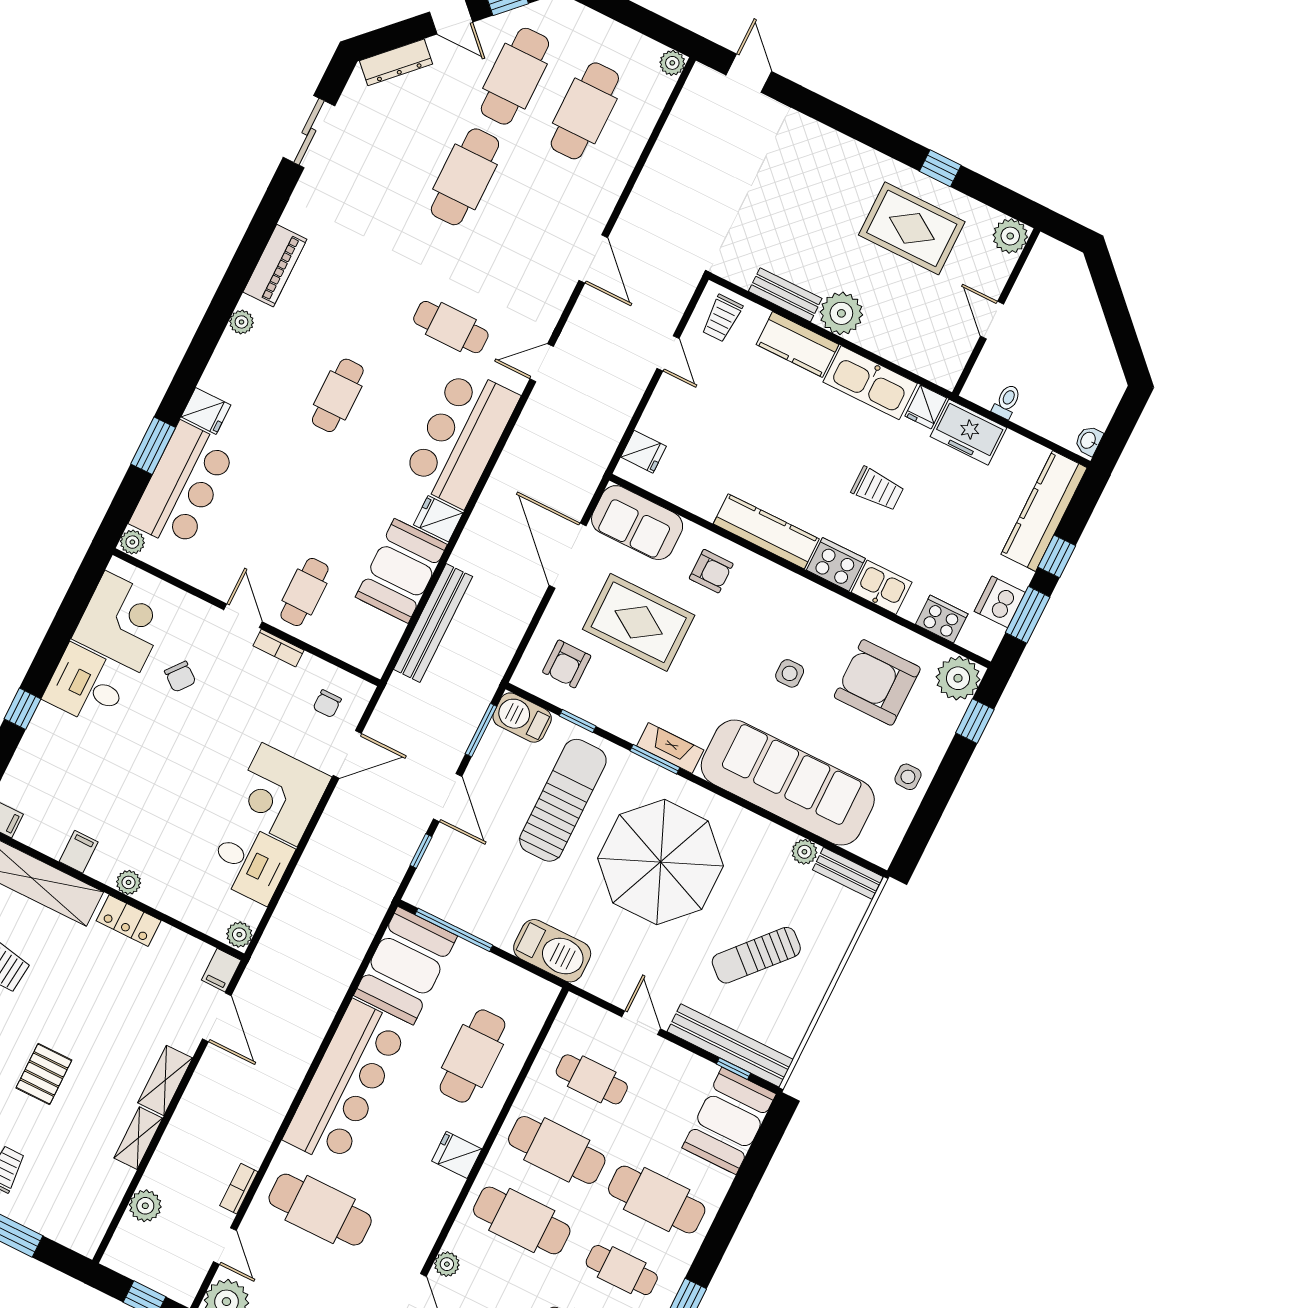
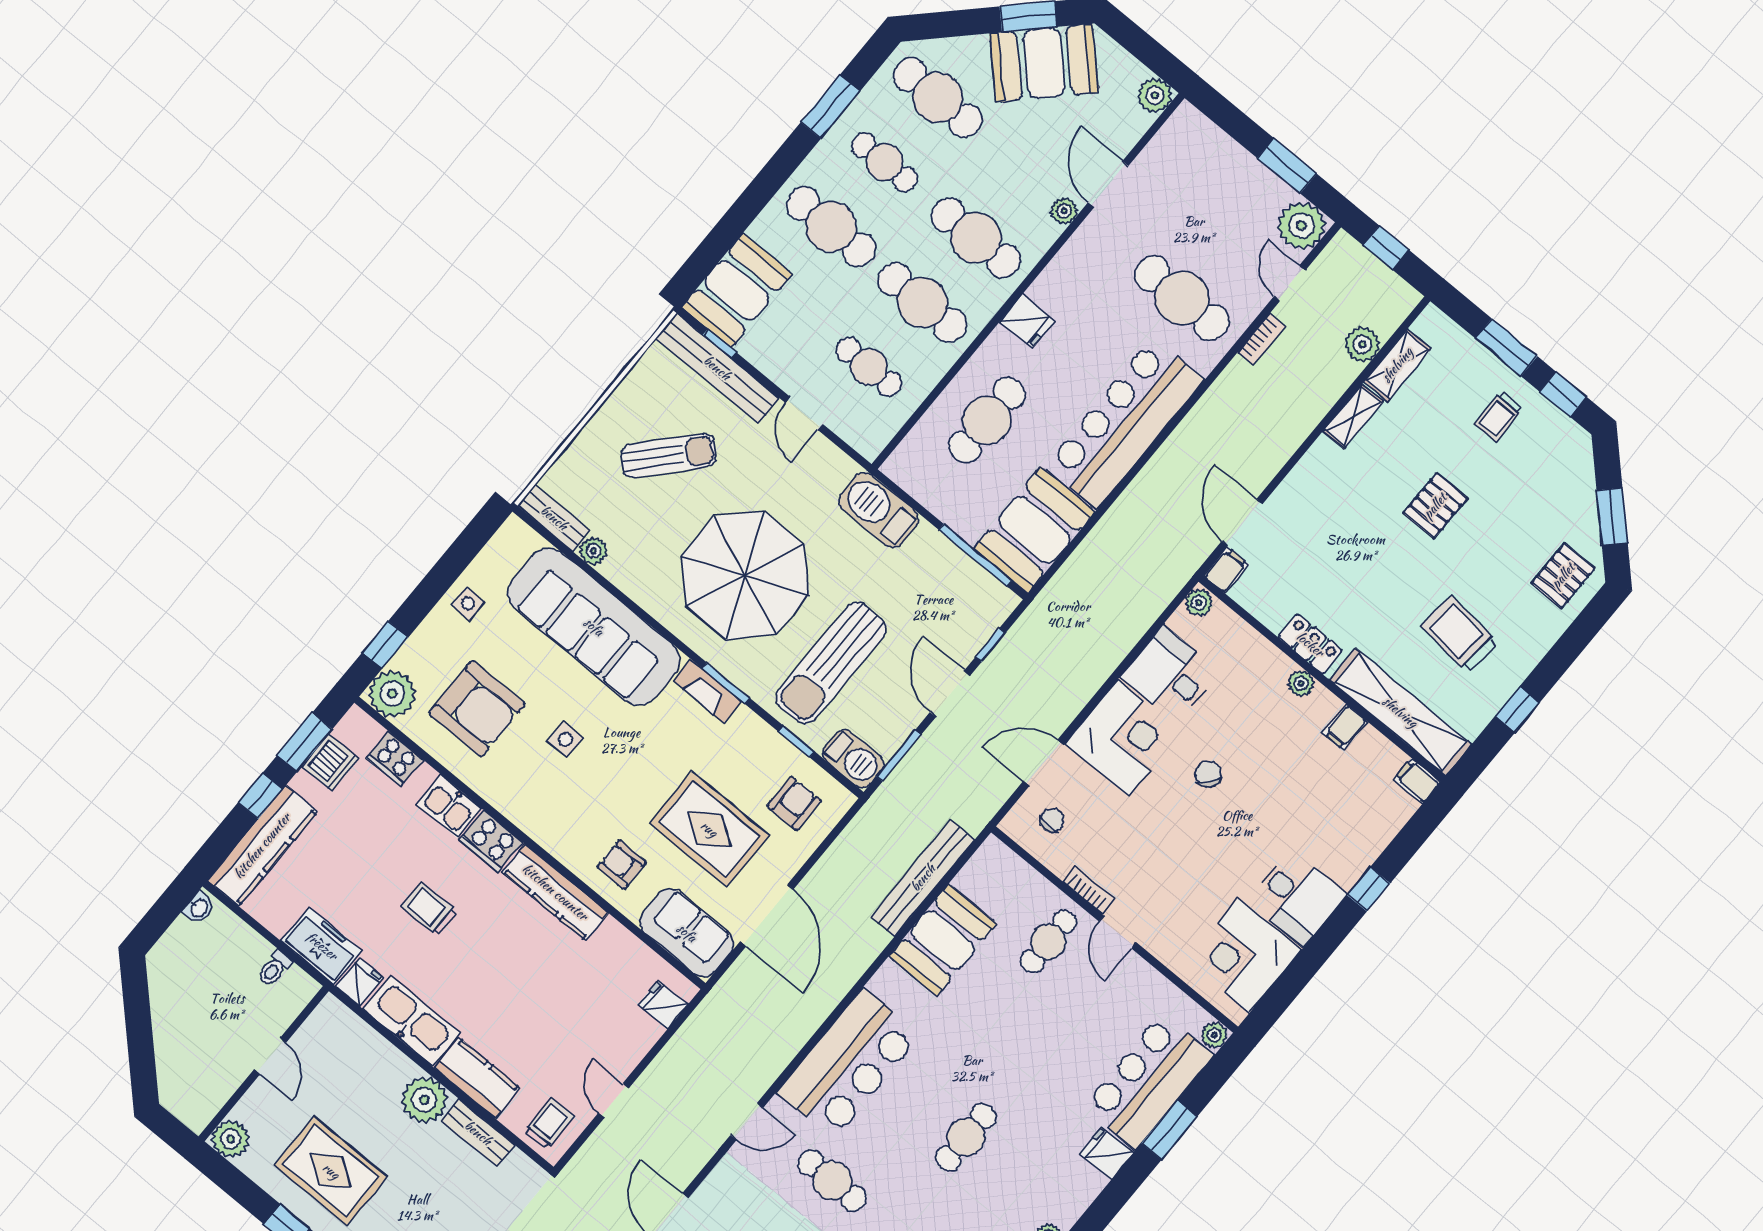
fridge: (438, 519) -> (892, 985), removed
chair: (180, 677) -> (1208, 774), moved
shelving: (165, 1080) -> (1397, 365), moved

